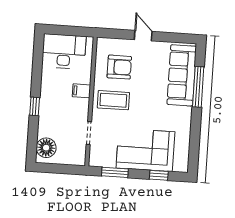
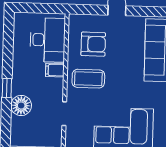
desk: (64, 51) -> (48, 40), moved, turned 90
floor lamp: (46, 148) -> (21, 105), moved

